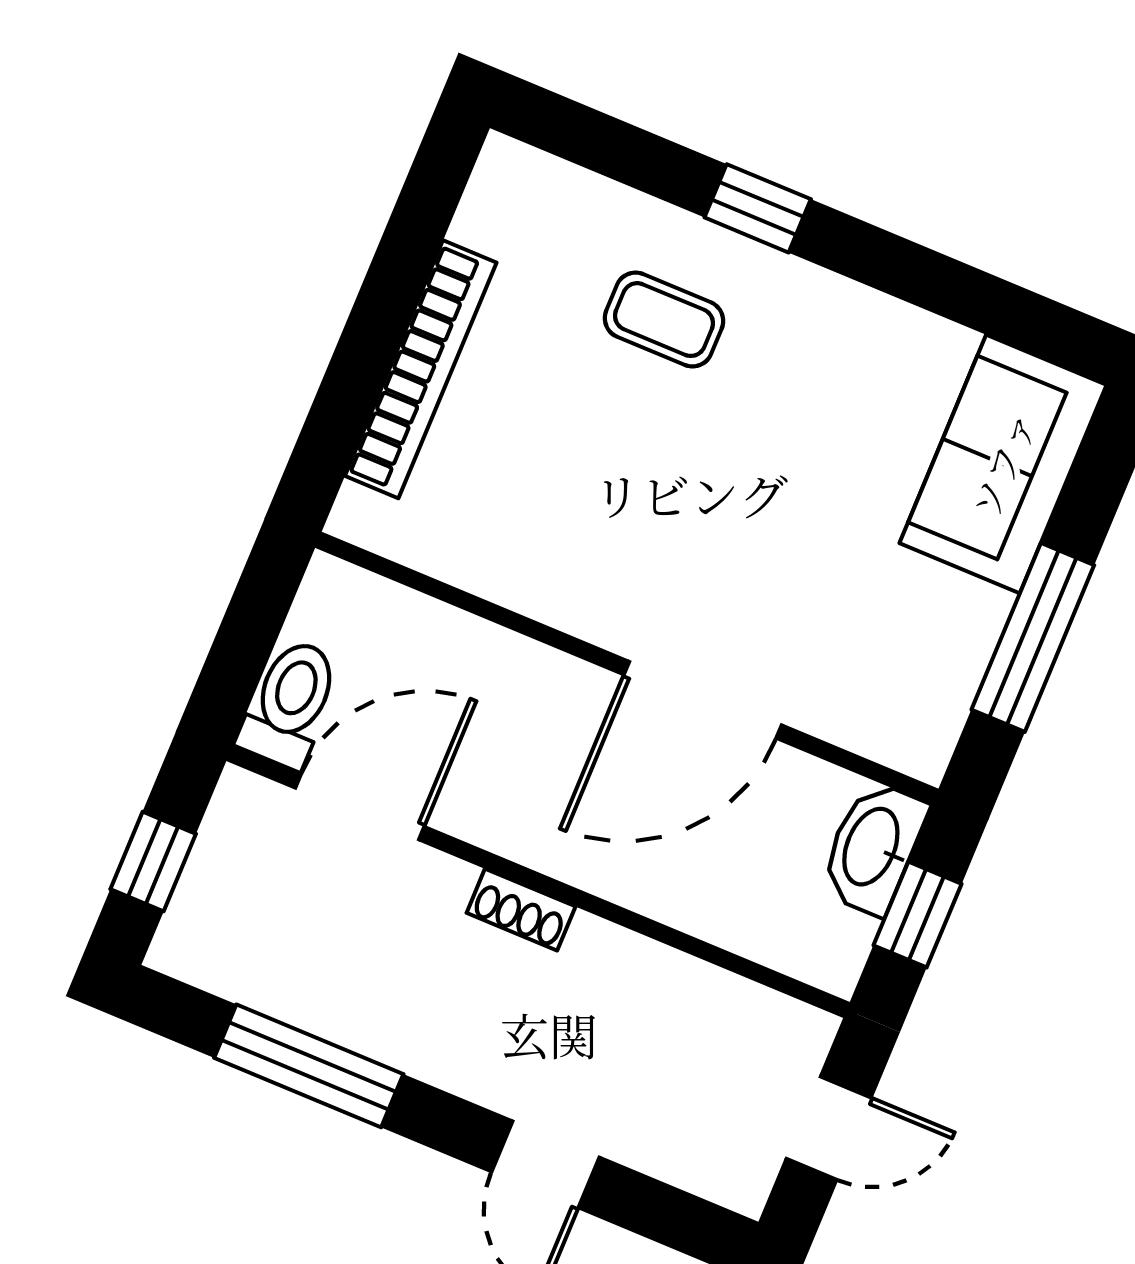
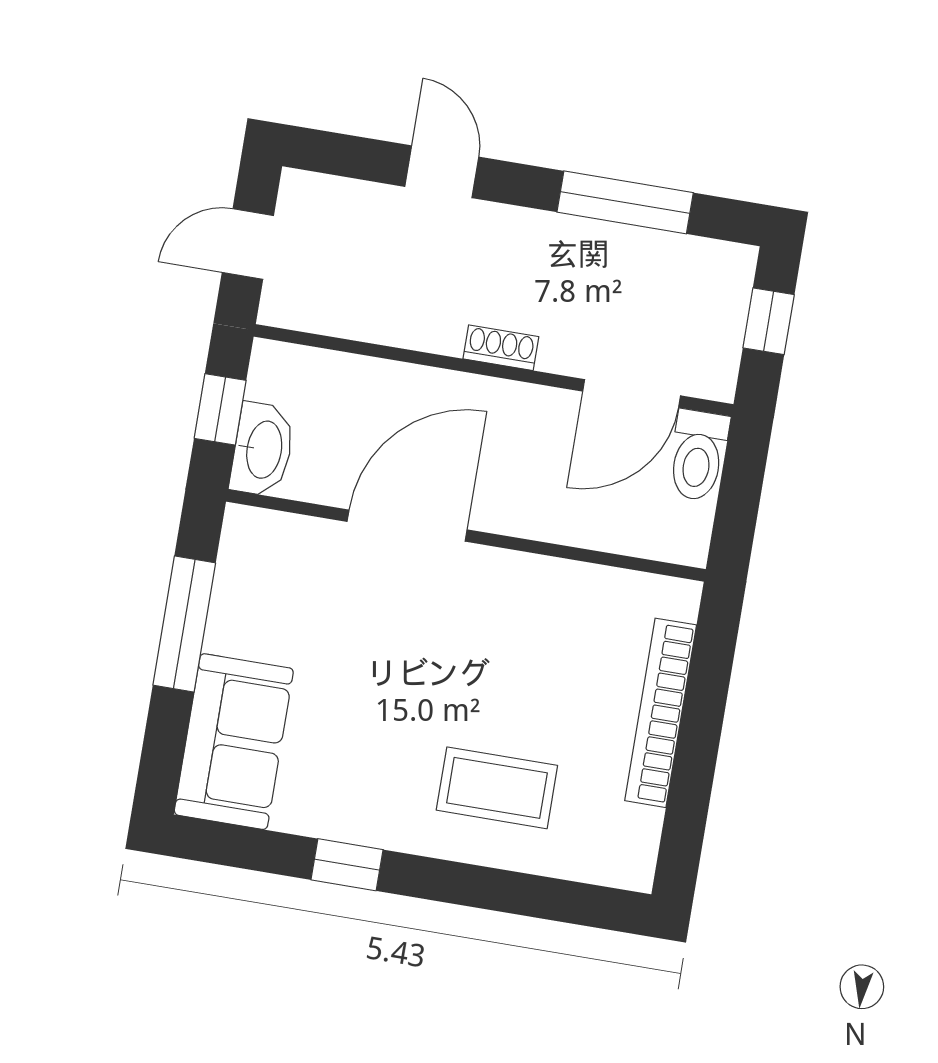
window: (758, 208) -> (347, 865), moved
coffee table: (664, 320) -> (497, 788), width x1.36, depth x1.30

